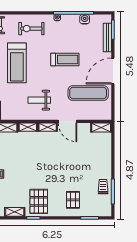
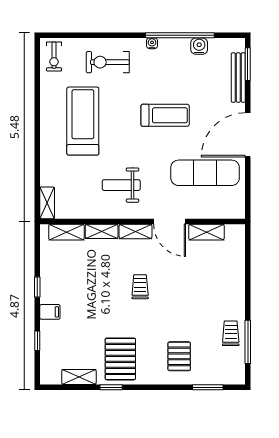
treadmill: (17, 63) -> (83, 121), turned 180
shelving: (101, 128) -> (206, 232), moved
trolley: (50, 159) -> (140, 287), added

